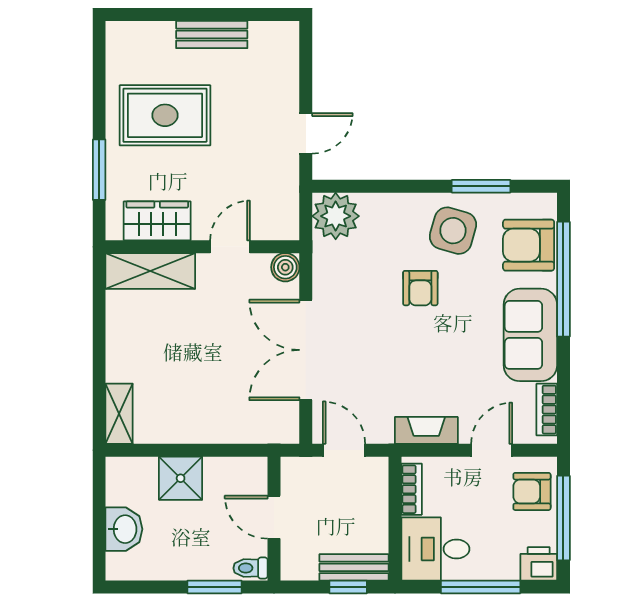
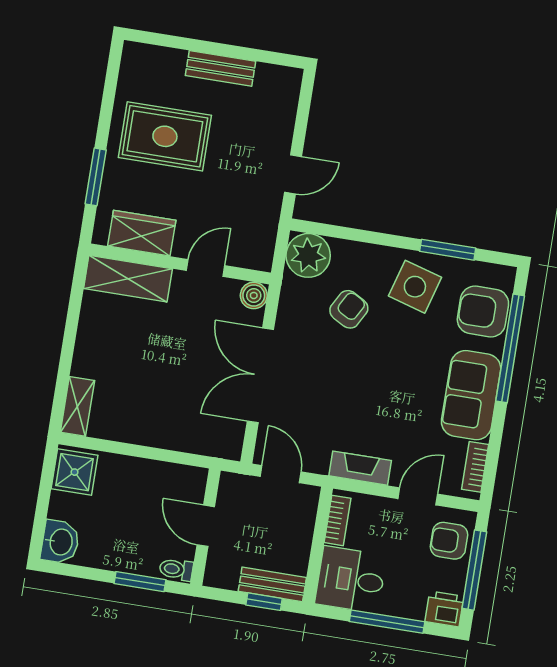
armchair: (420, 288) -> (349, 309), moved, turned -151
shower: (181, 478) -> (75, 472), moved
washbasin: (124, 529) -> (60, 542), moved

